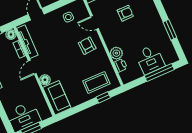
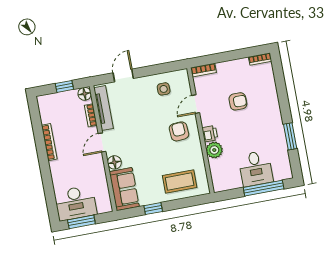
door: (95, 23) -> (196, 104), hinge flipped
printer: (121, 65) -> (210, 134), moved
window: (103, 97) -> (153, 209), moved

